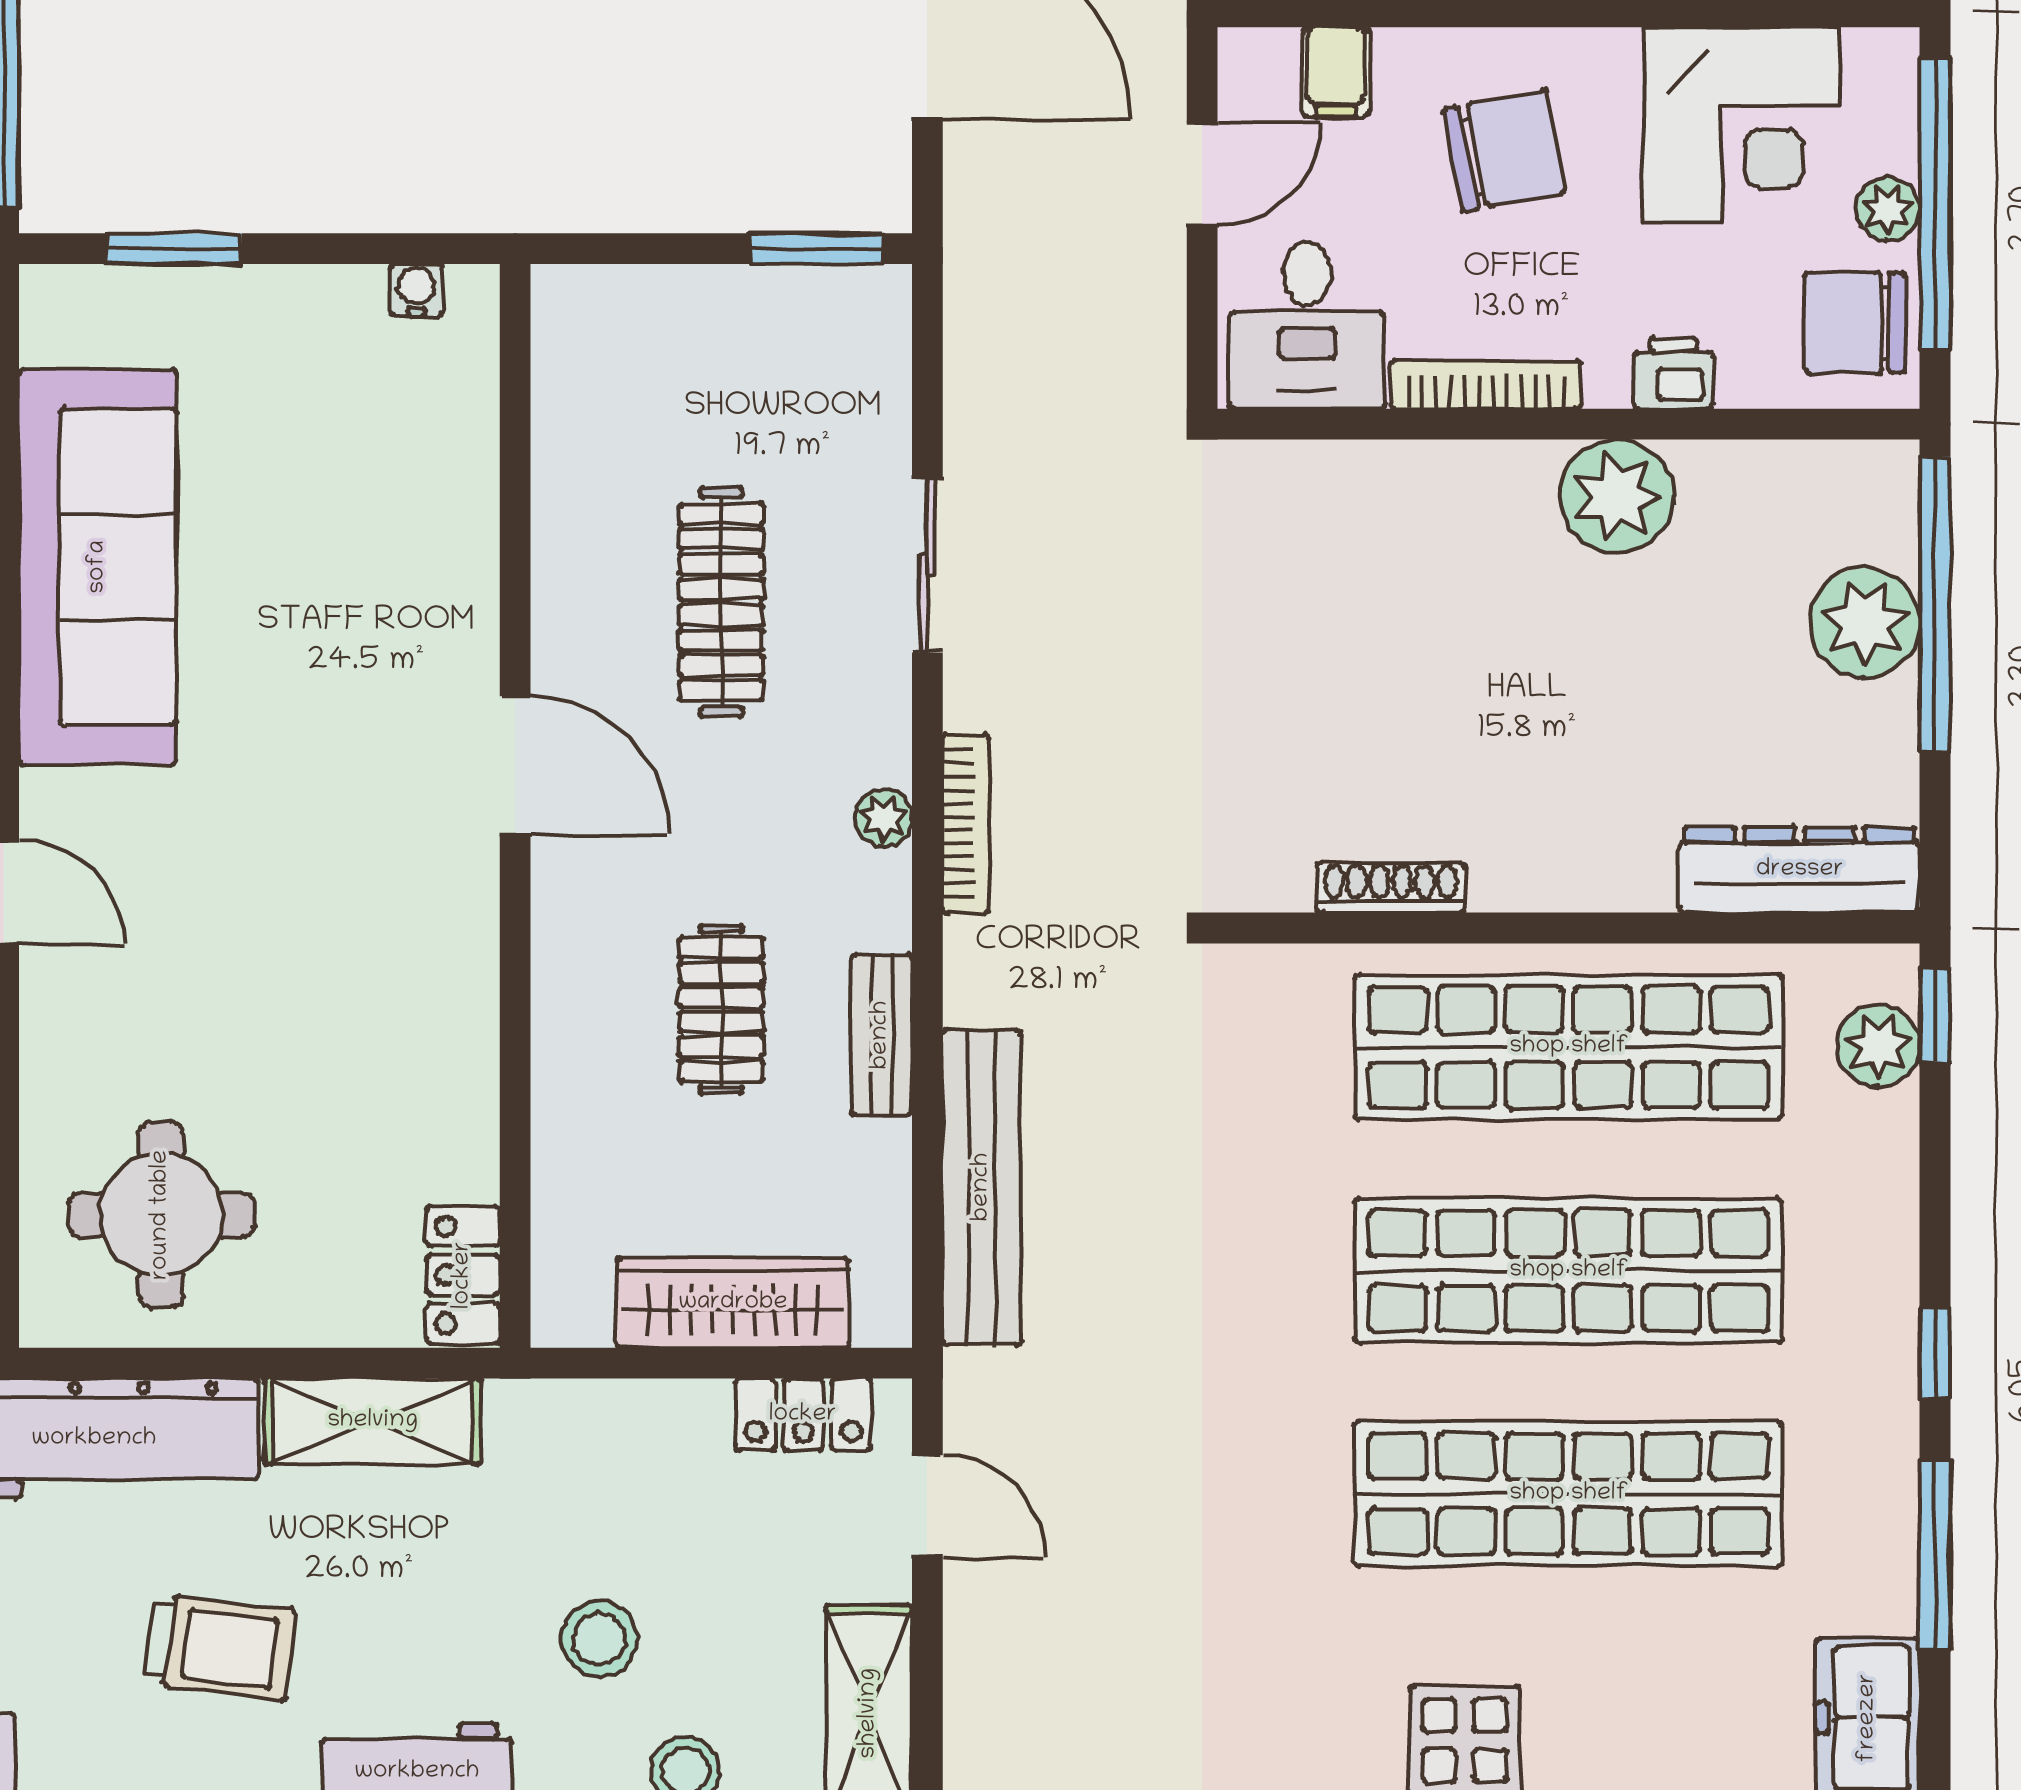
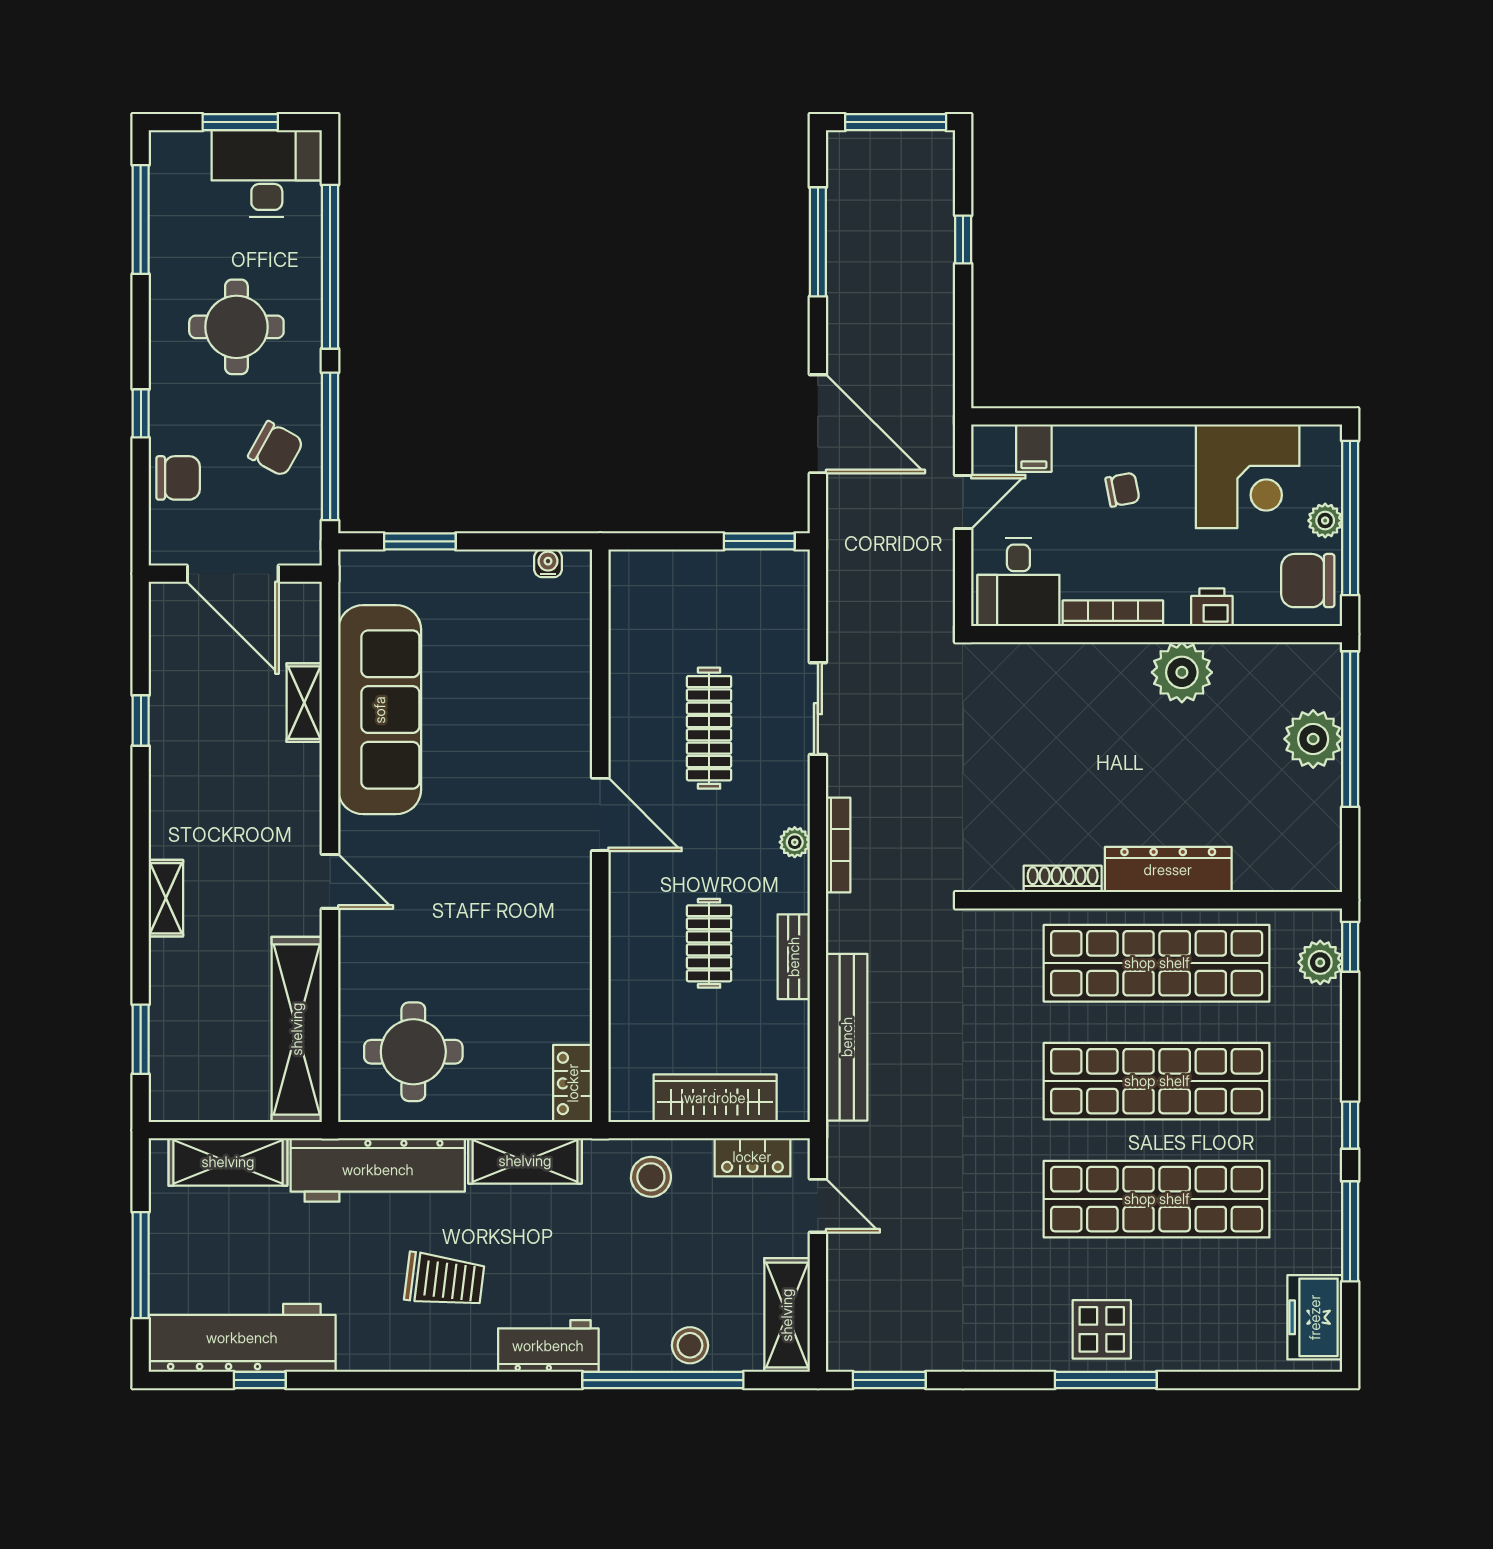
chair: (1504, 150) -> (1123, 490), width x0.54, depth x0.54
dresser: (1800, 870) -> (1168, 870), moved
stool: (599, 1639) -> (651, 1177), moved

